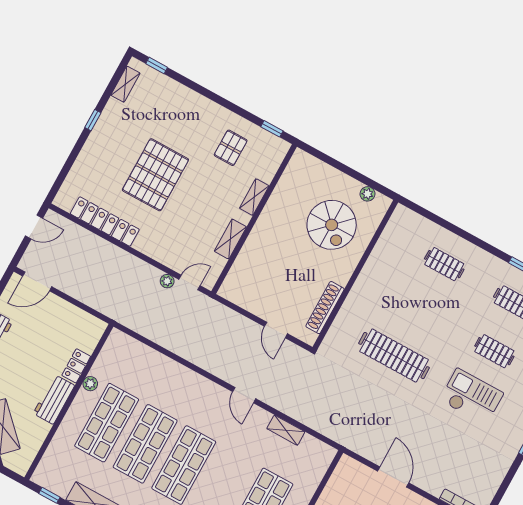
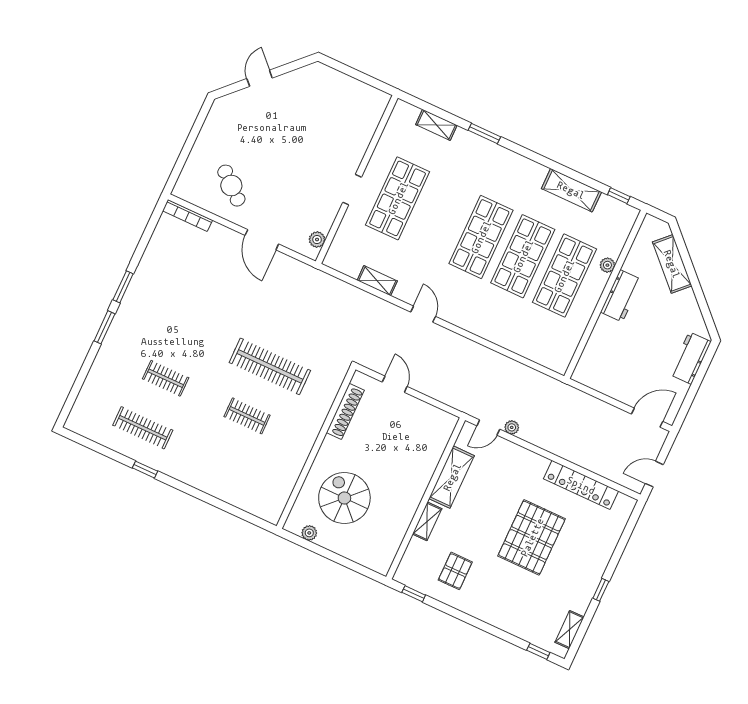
shelving: (230, 239) -> (452, 477), width x1.50, depth x1.33
clothes rail: (444, 264) -> (247, 416), moved
locker: (76, 366) -> (600, 333), removed
plant: (90, 384) -> (607, 265), moved
checkout: (471, 397) -> (186, 329), removed
plant: (341, 474) -> (317, 240), added

